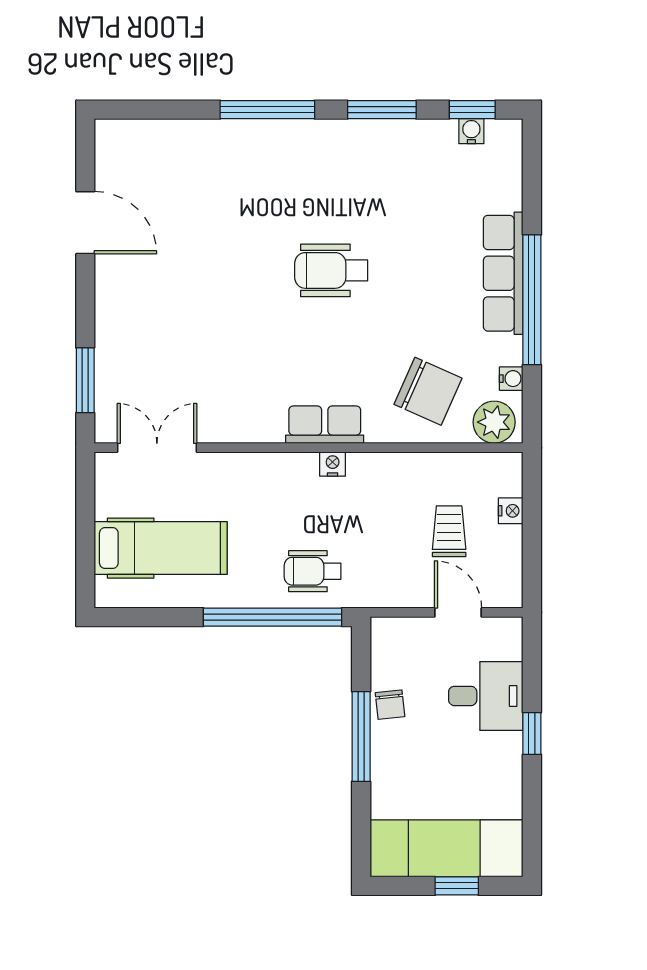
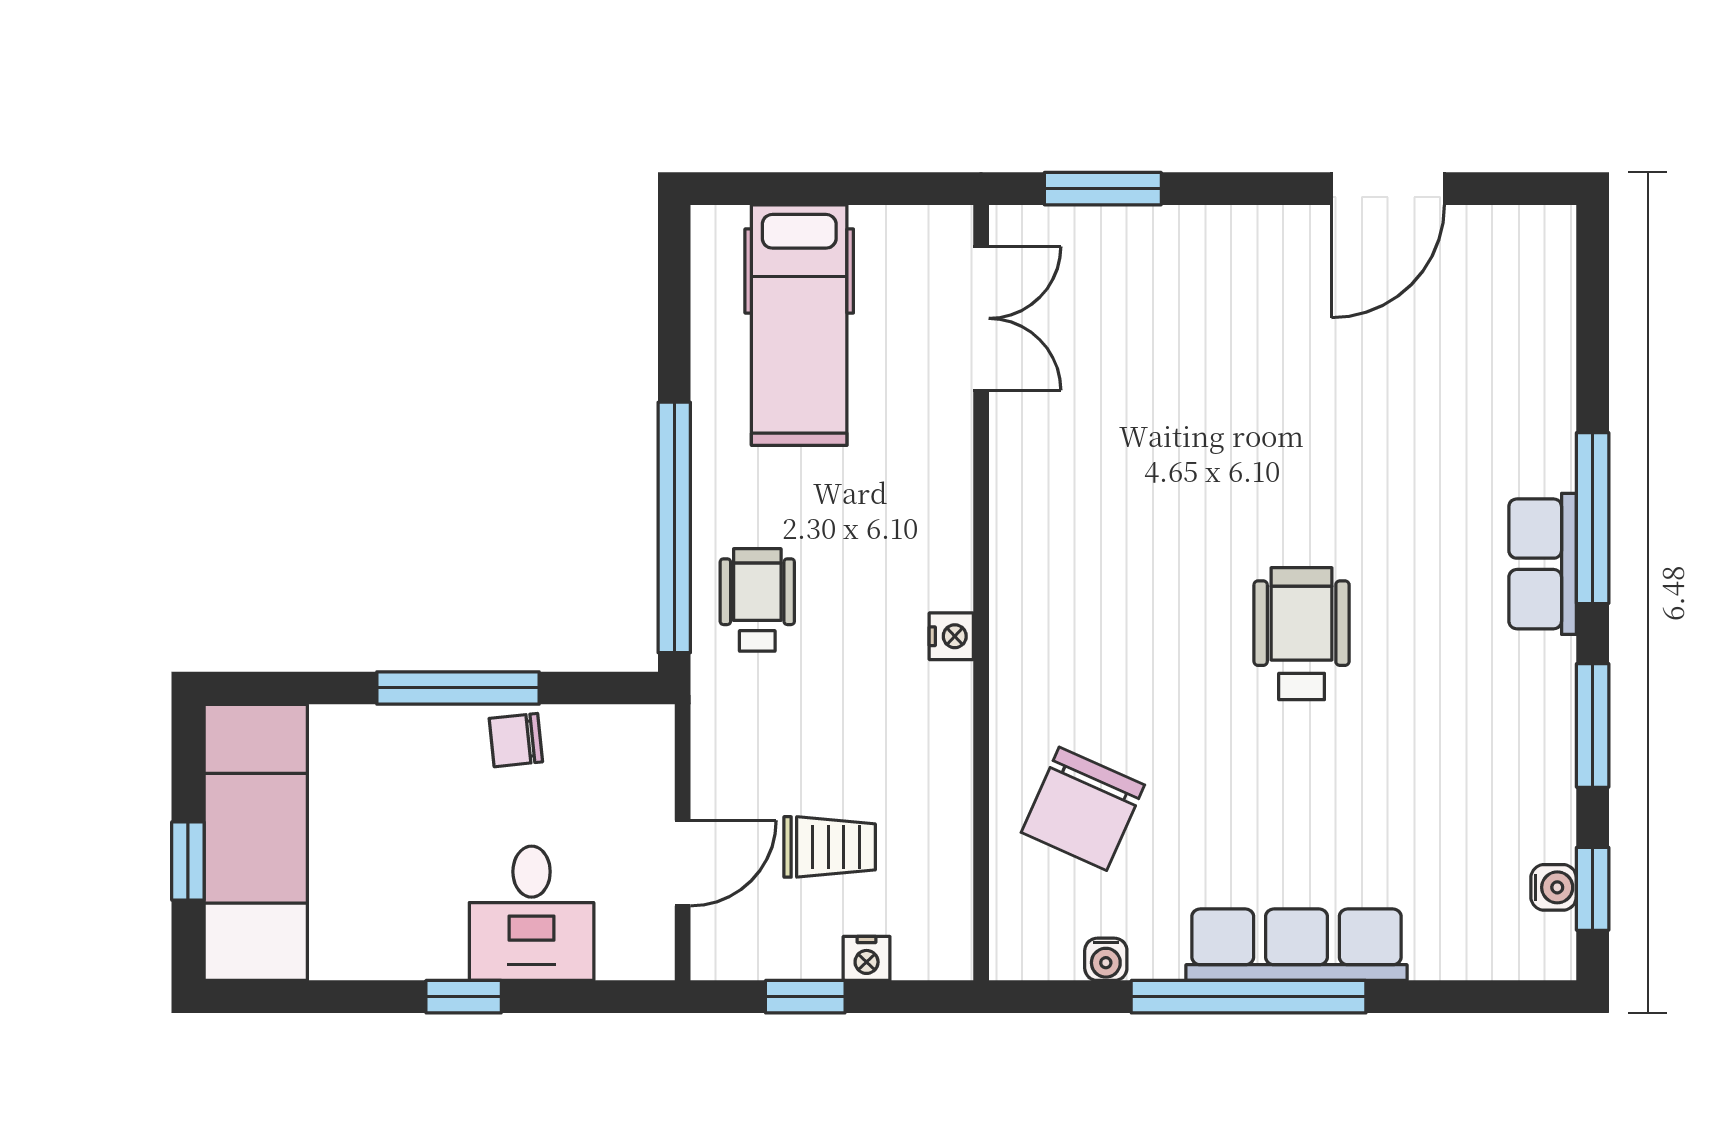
plant: (494, 422) -> (1027, 929), removed
row of seats: (325, 425) -> (1543, 564), moved, turned 180
window: (532, 545) -> (805, 997), added

